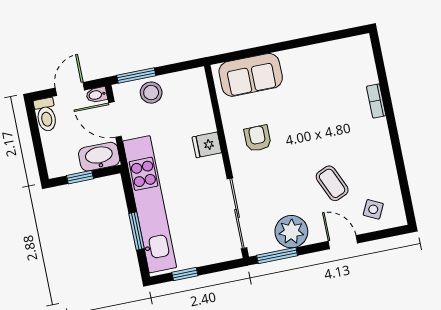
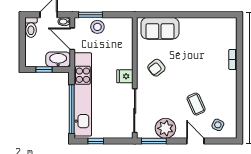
armchair: (258, 138) -> (156, 68), turned -129
fridge: (207, 145) -> (125, 76), moved
window: (136, 231) -> (72, 109), width x2.11

